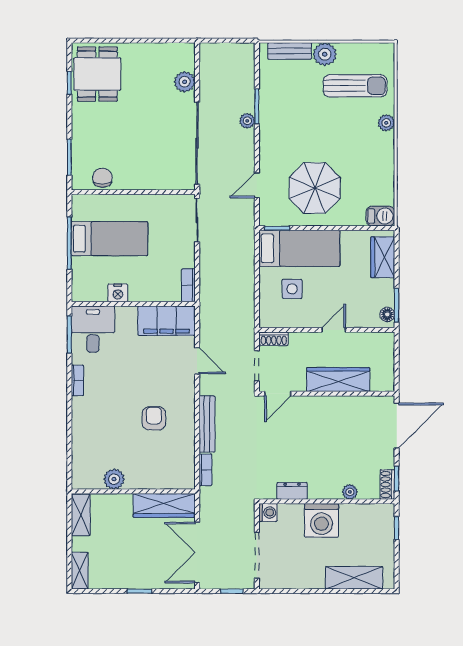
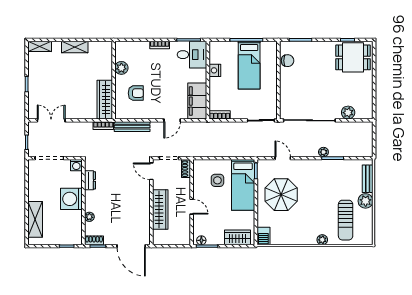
plant: (114, 479) -> (121, 68), moved
wall: (133, 491) -> (114, 80), moved
wardrobe: (164, 505) -> (105, 100), moved
double door: (197, 553) -> (51, 120), width x0.73

